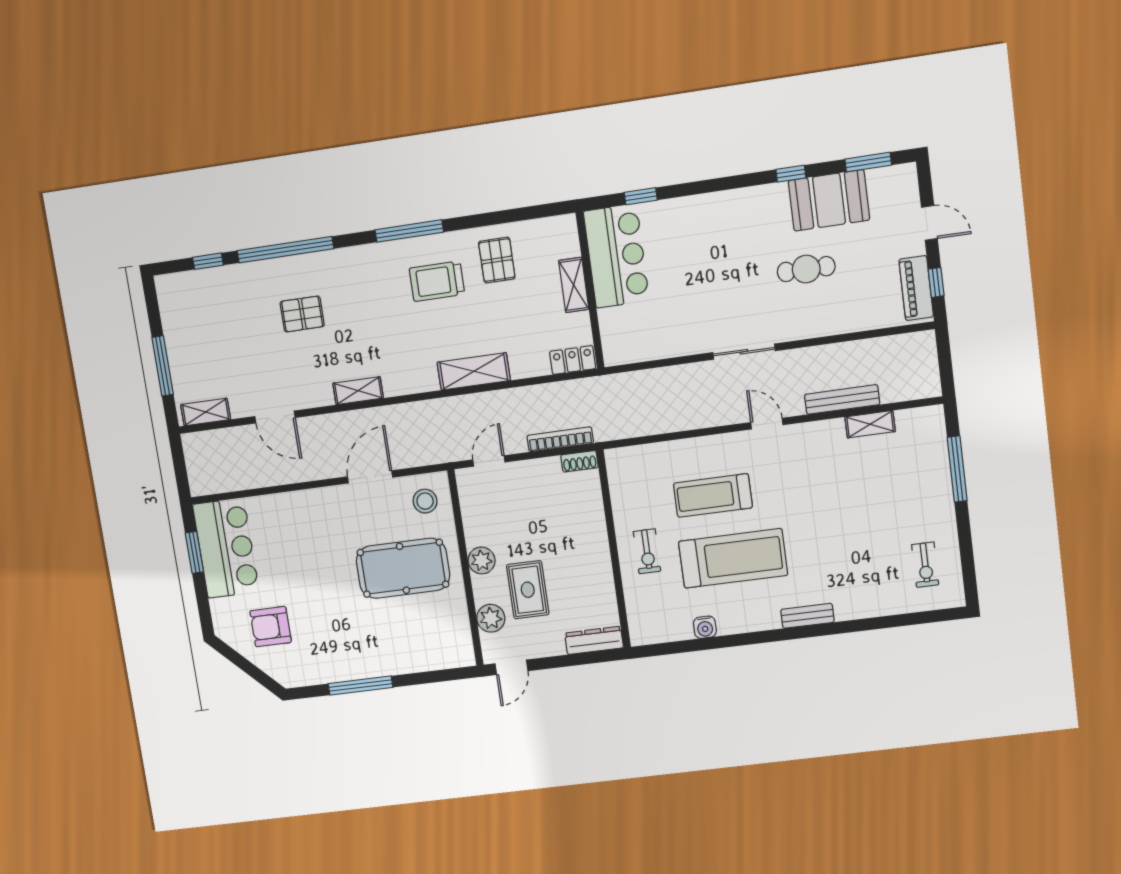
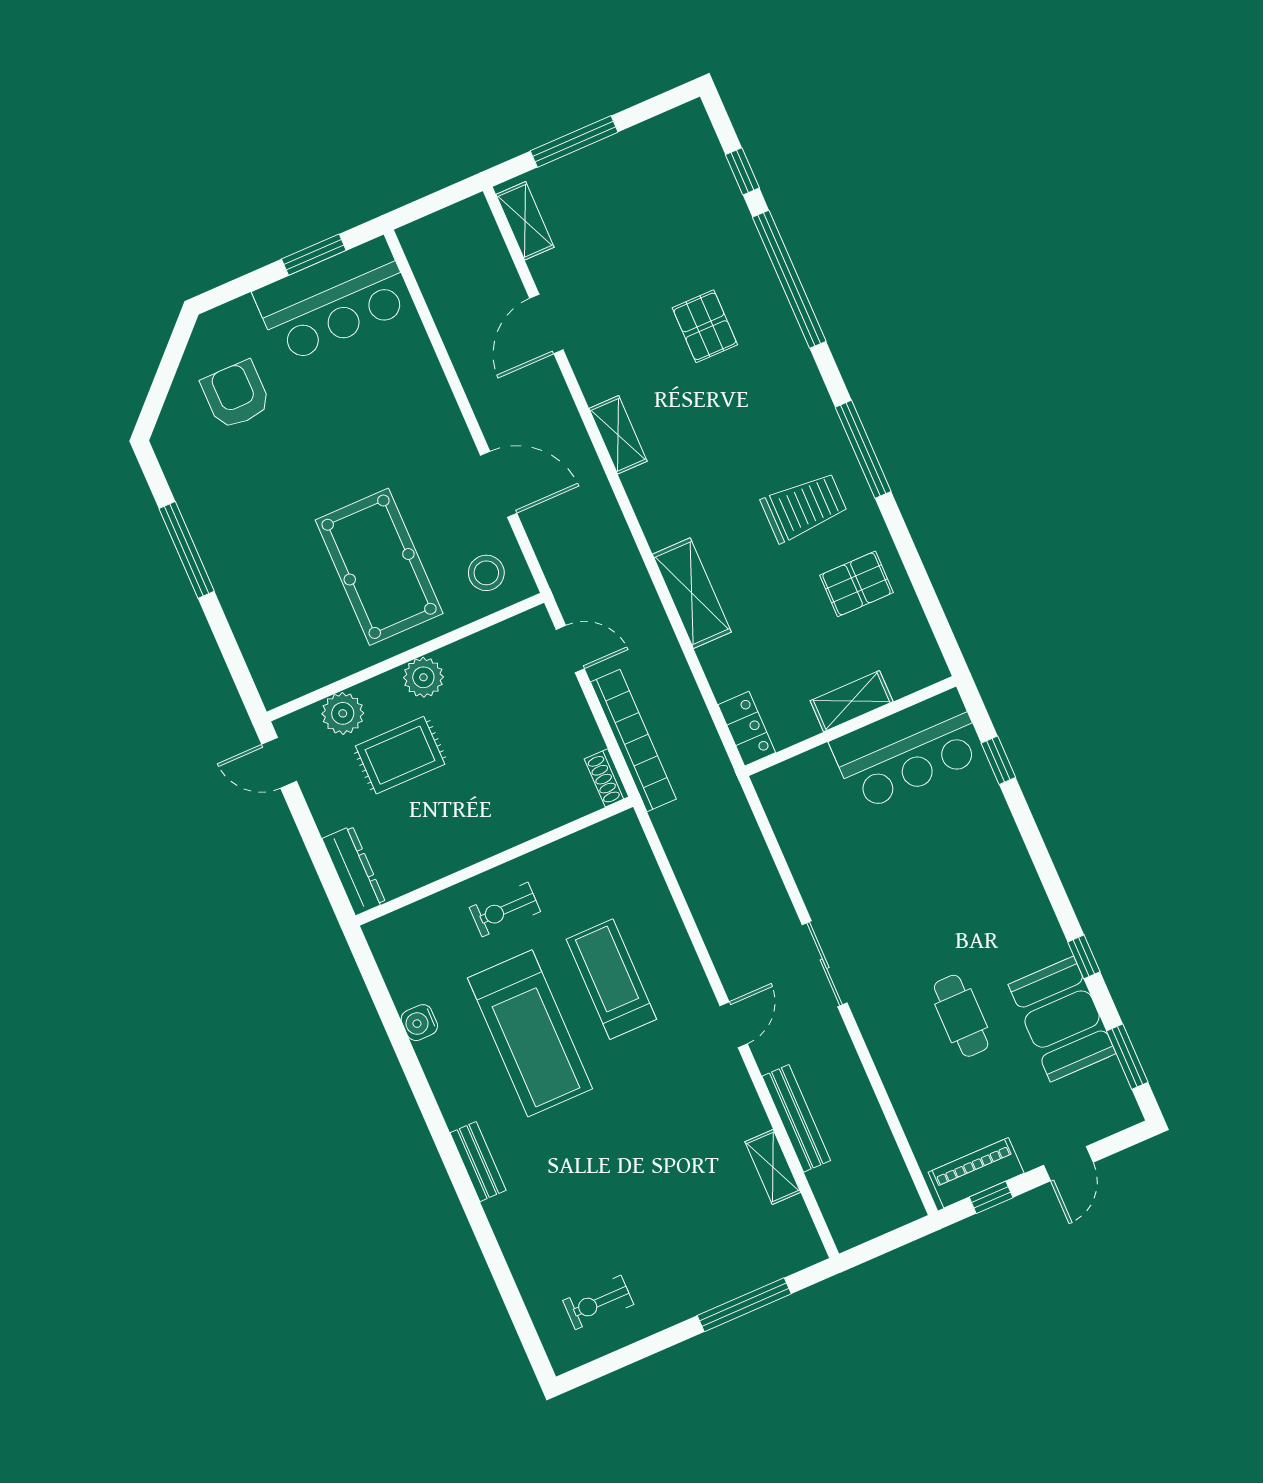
trolley: (437, 281) -> (804, 507), turned 90
bookcase: (560, 439) -> (633, 740), width x1.48, depth x1.31

